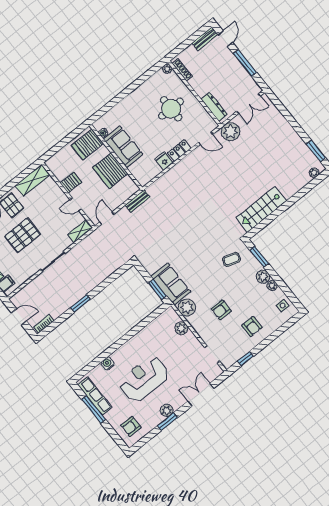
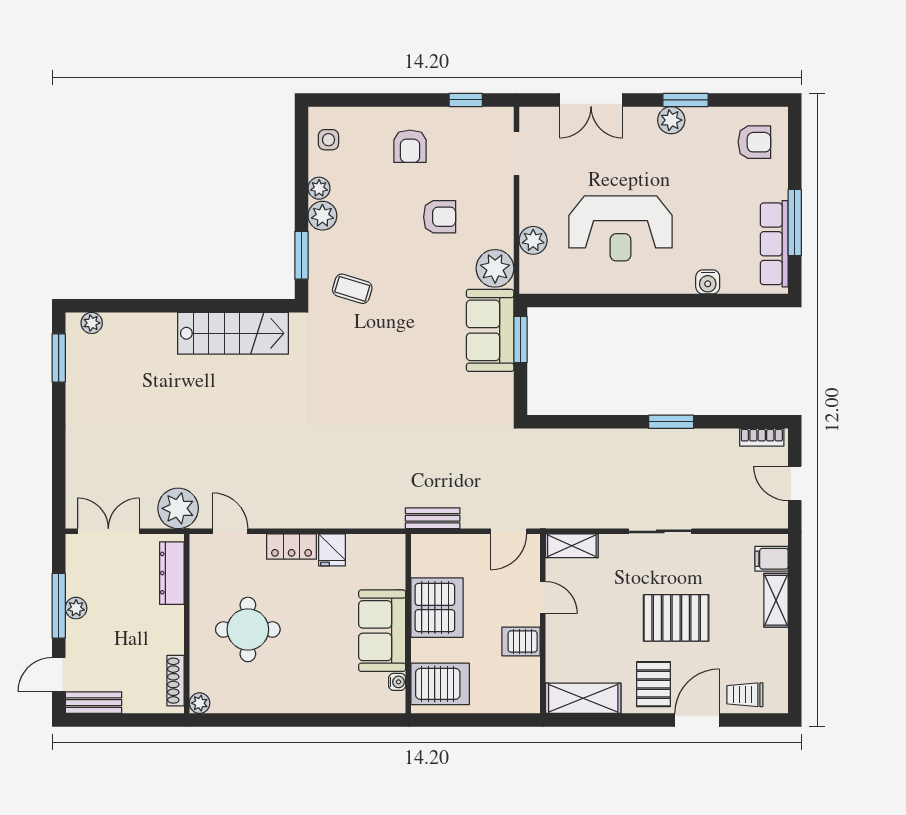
plant: (238, 67) -> (76, 608), added
armchair: (252, 326) -> (410, 146), turned 180
reception desk: (144, 379) -> (620, 228), moved

